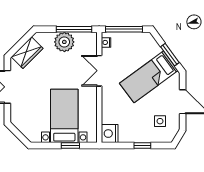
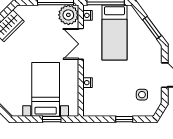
plant: (64, 42) -> (68, 15), moved
bed: (149, 77) -> (114, 32), moved, turned -54
nightstand: (110, 134) -> (88, 83), moved, width x0.53, depth x0.56

